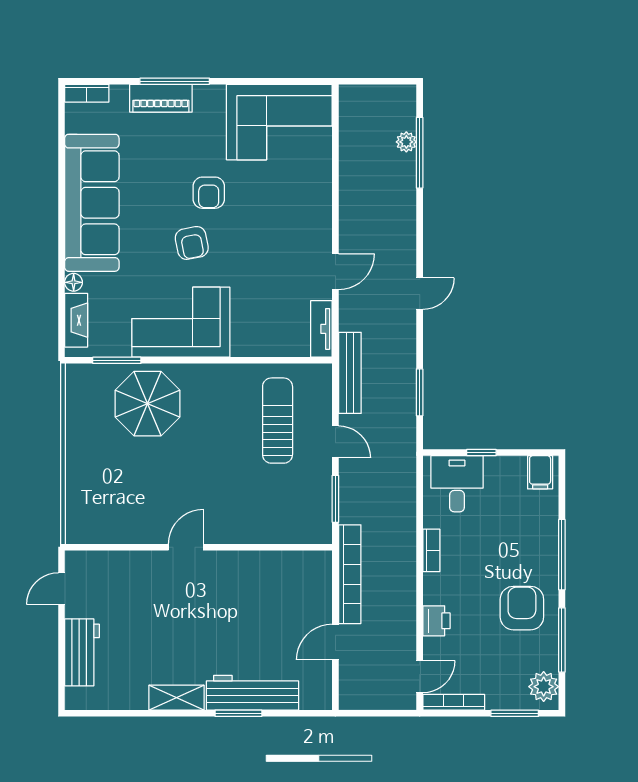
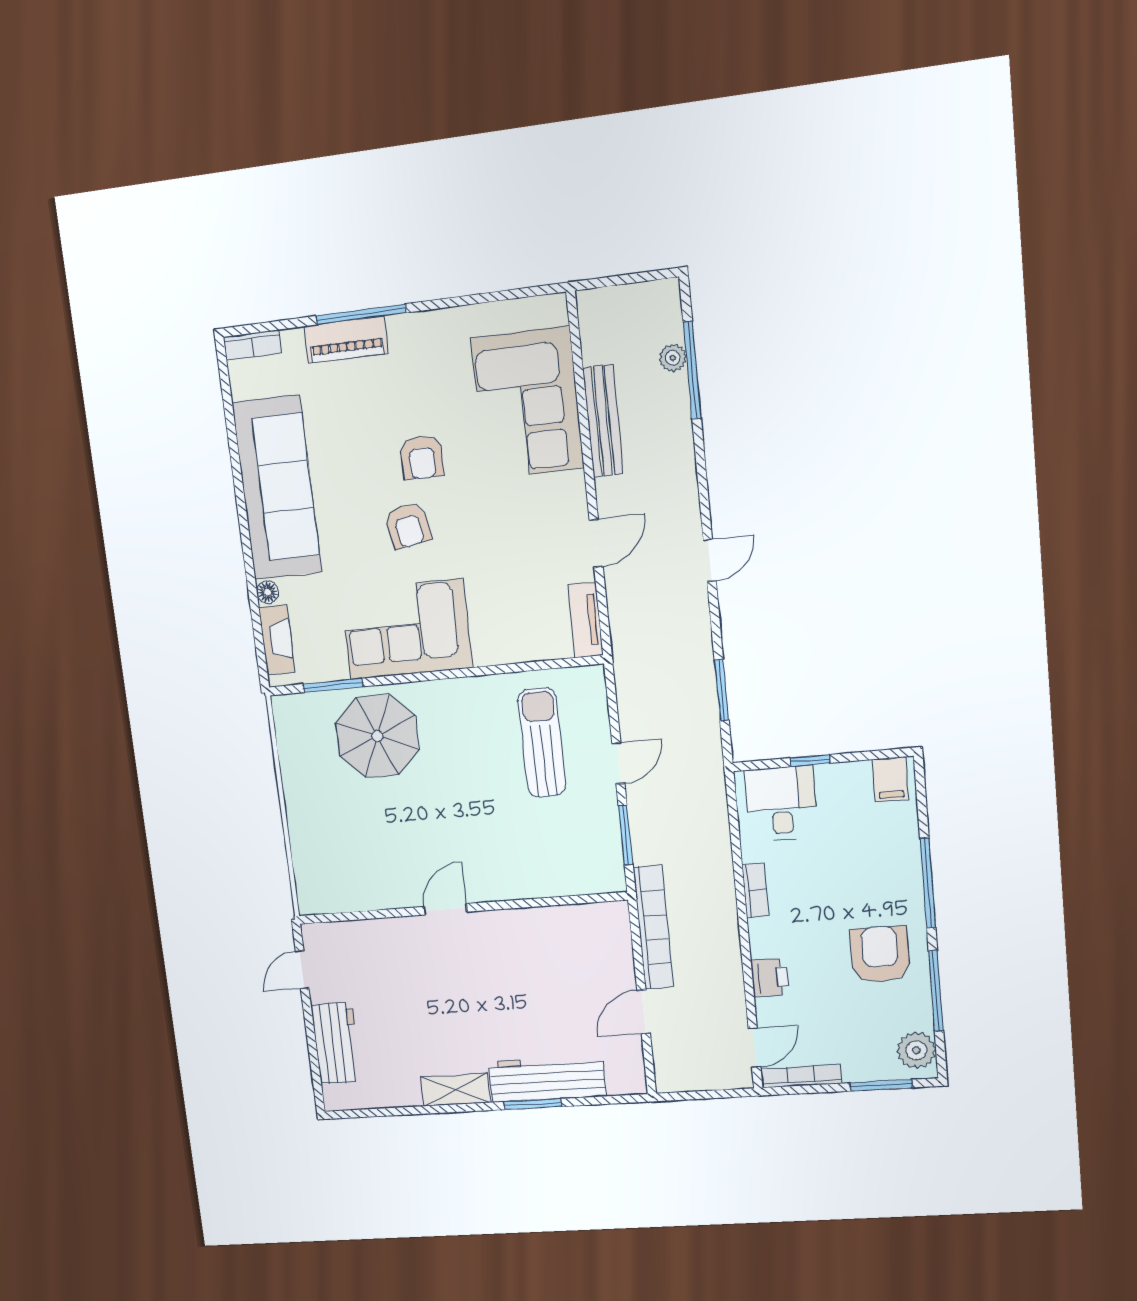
corner sofa: (279, 122) -> (528, 403), moved, turned 90
bench: (350, 373) -> (603, 421), moved
door: (335, 442) -> (618, 763), hinge flipped

